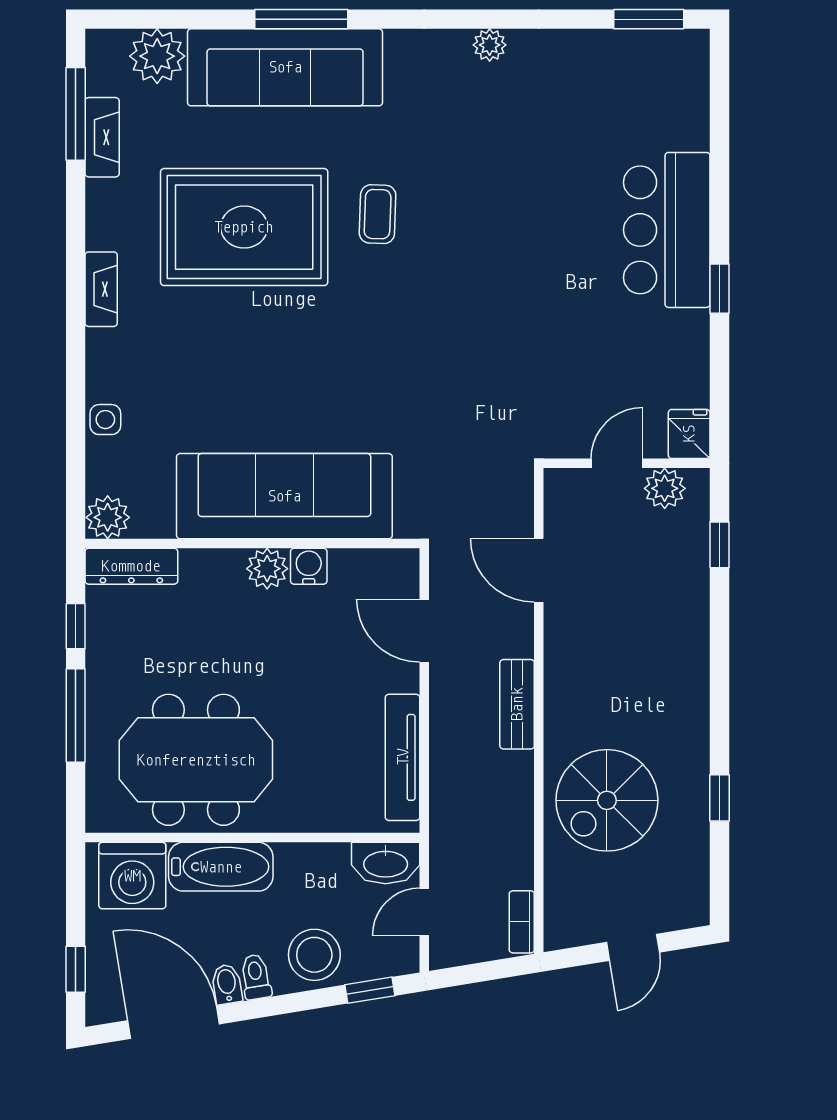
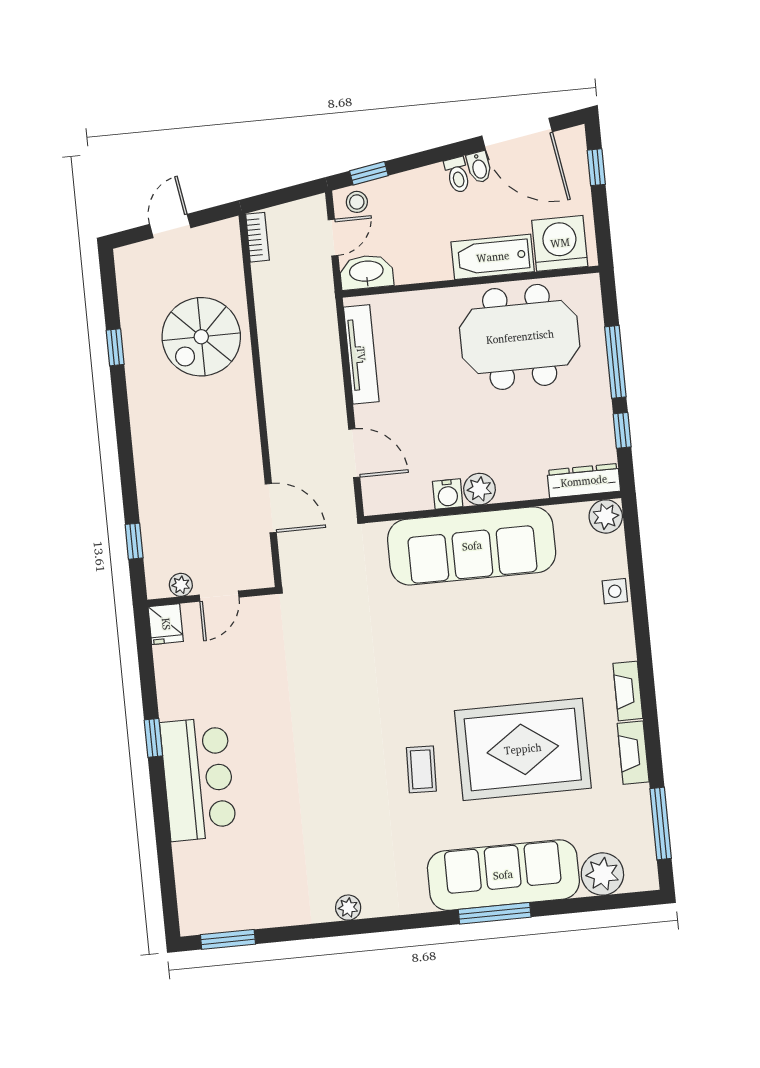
fireplace: (102, 137) -> (633, 753), moved
plant: (665, 488) -> (181, 585), width x0.73, depth x0.73
bench: (517, 704) -> (277, 404), removed
spiral stairs: (607, 800) -> (201, 337), turned 180
stool: (314, 955) -> (357, 202), moved, width x0.53, depth x0.53

